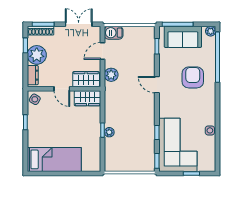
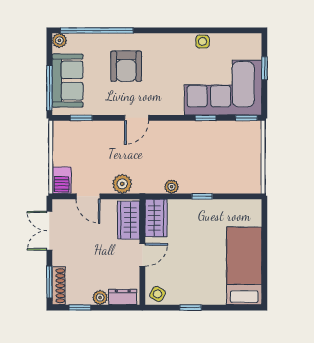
plant: (37, 55) -> (100, 298), width x0.53, depth x0.53
armchair: (193, 77) -> (126, 66), turned -90
plant: (109, 132) -> (172, 187), moved

